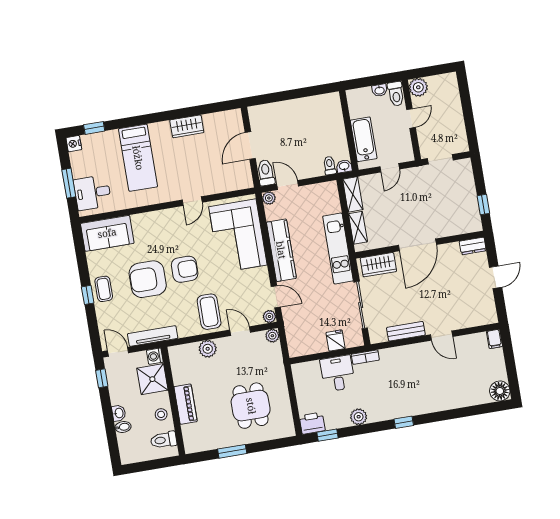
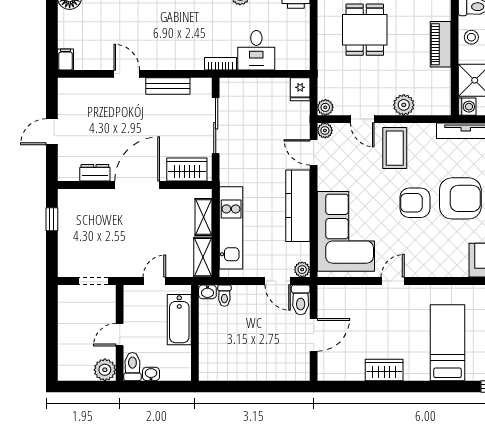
dresser: (473, 246) -> (95, 173), moved
kitchen unit: (338, 249) -> (231, 228), moved
fridge: (336, 340) -> (300, 89), moved

